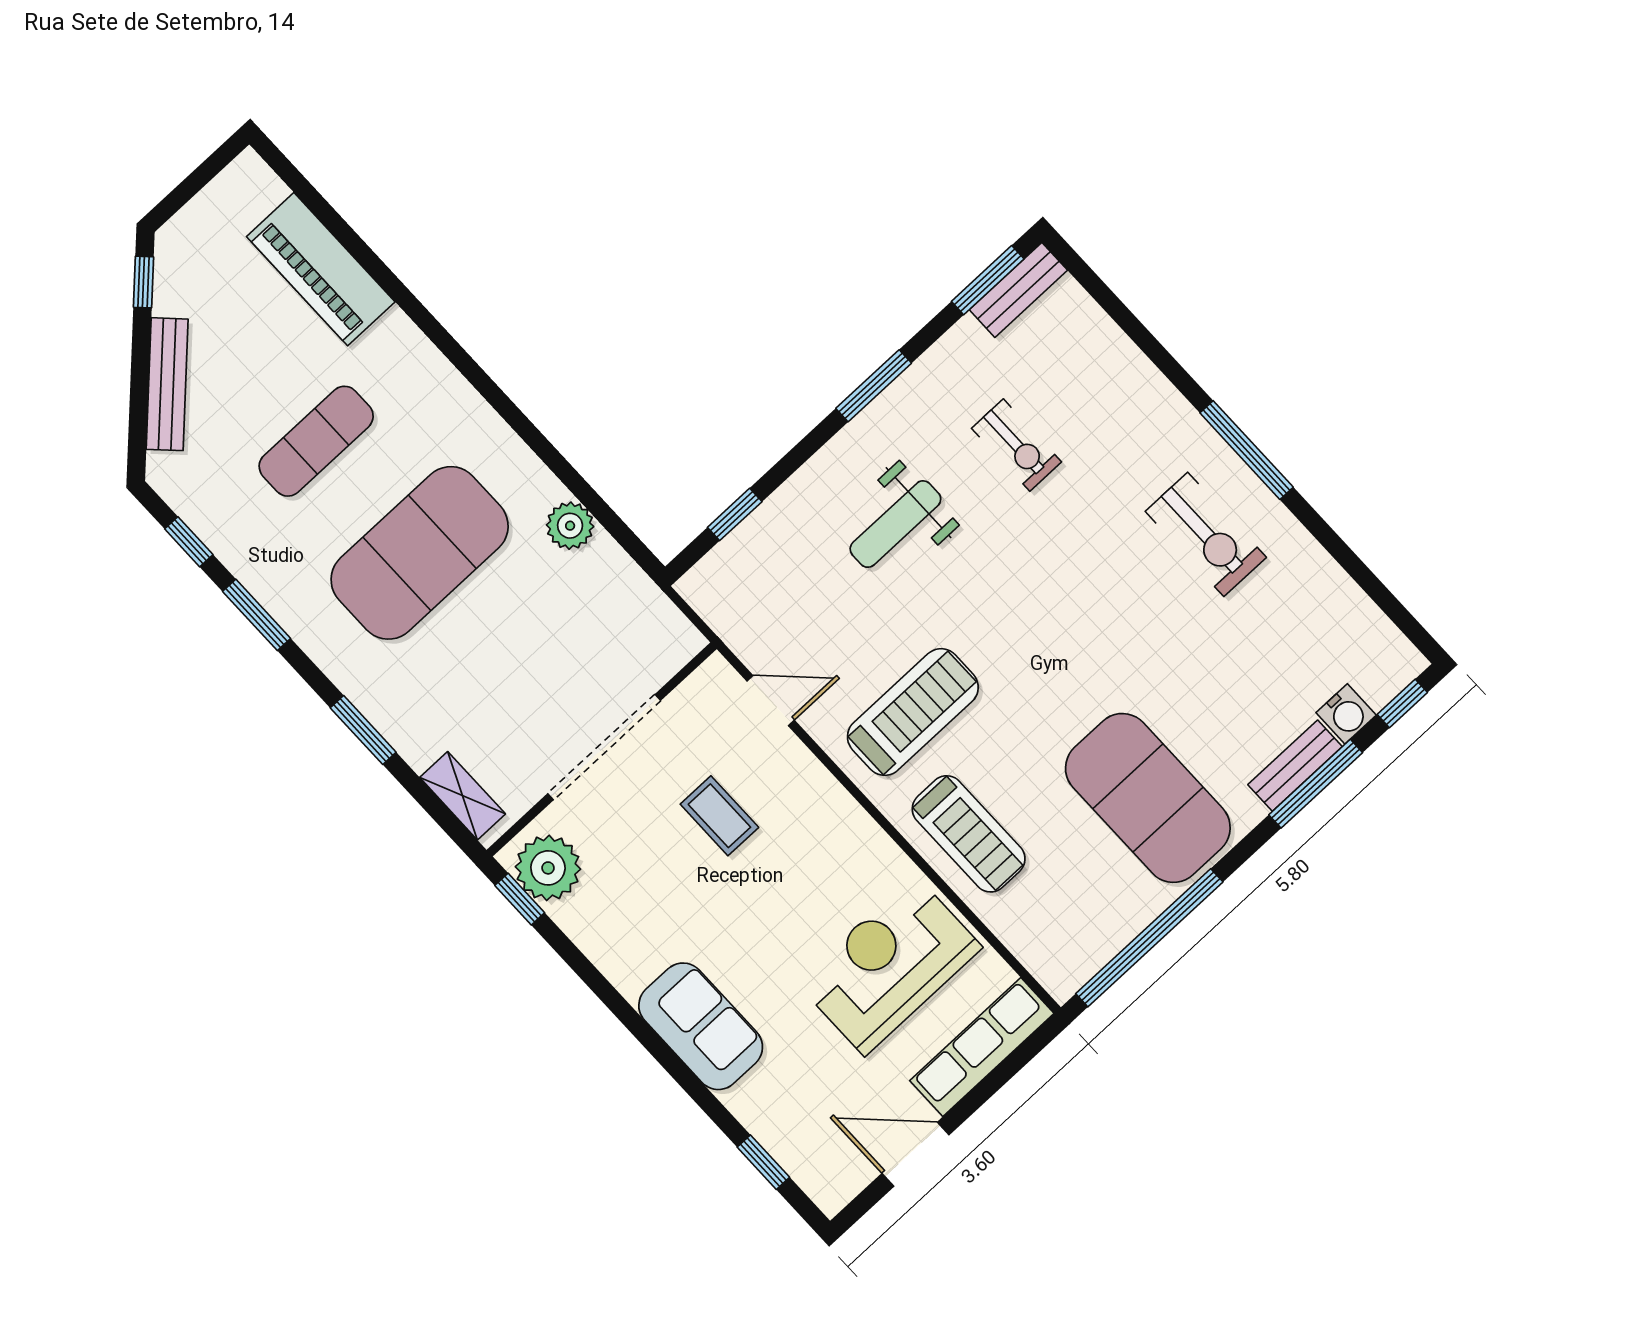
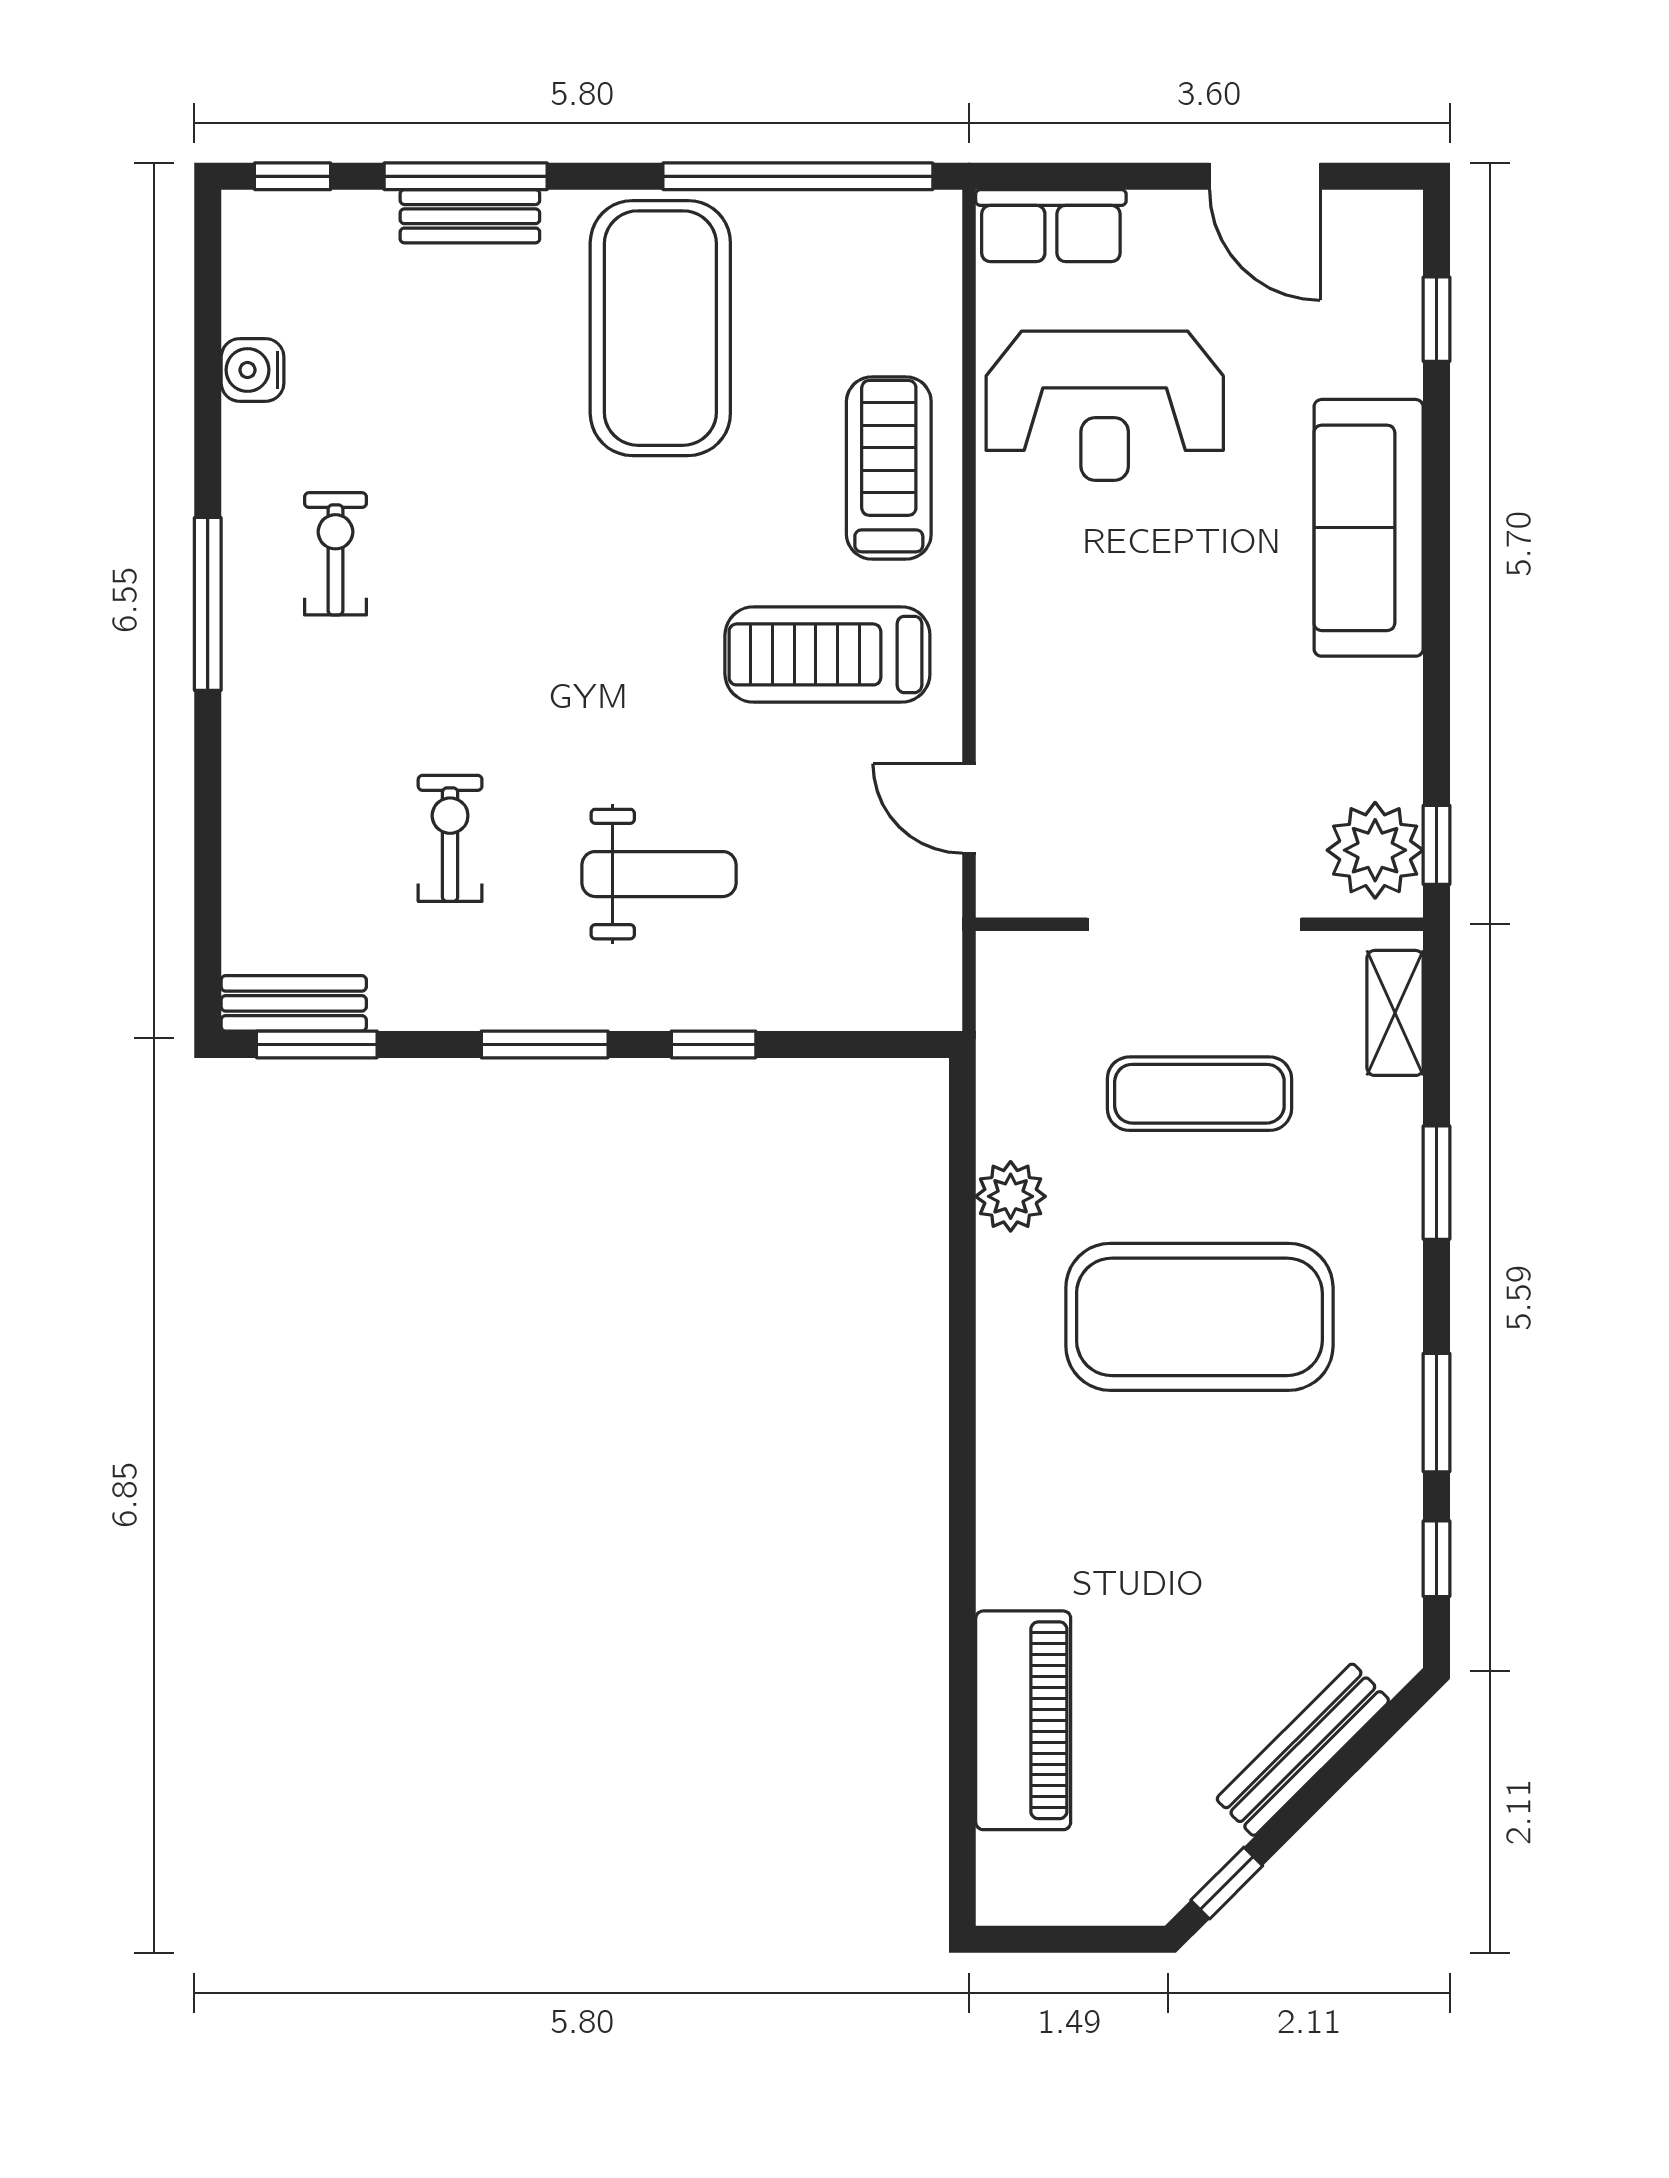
exercise mat: (316, 441) -> (1199, 1094), moved
window: (735, 514) -> (714, 1044), moved
exercise bike: (1206, 534) -> (335, 554), width x0.73, depth x0.72
water cooler: (1346, 714) -> (253, 370), moved, turned -90
coffee table: (719, 816) -> (1139, 736), removed
sofa: (701, 1026) -> (1369, 528), width x1.36
row of seats: (982, 1047) -> (1051, 226), width x0.68

